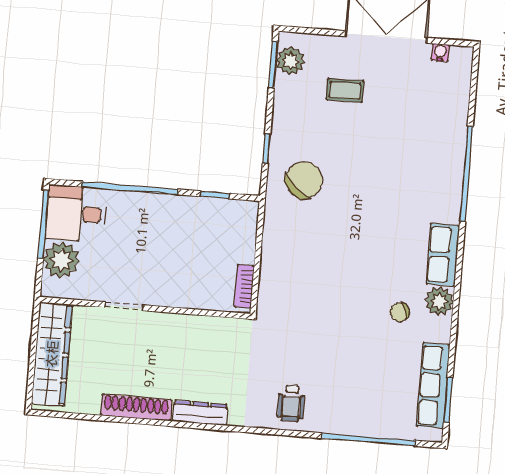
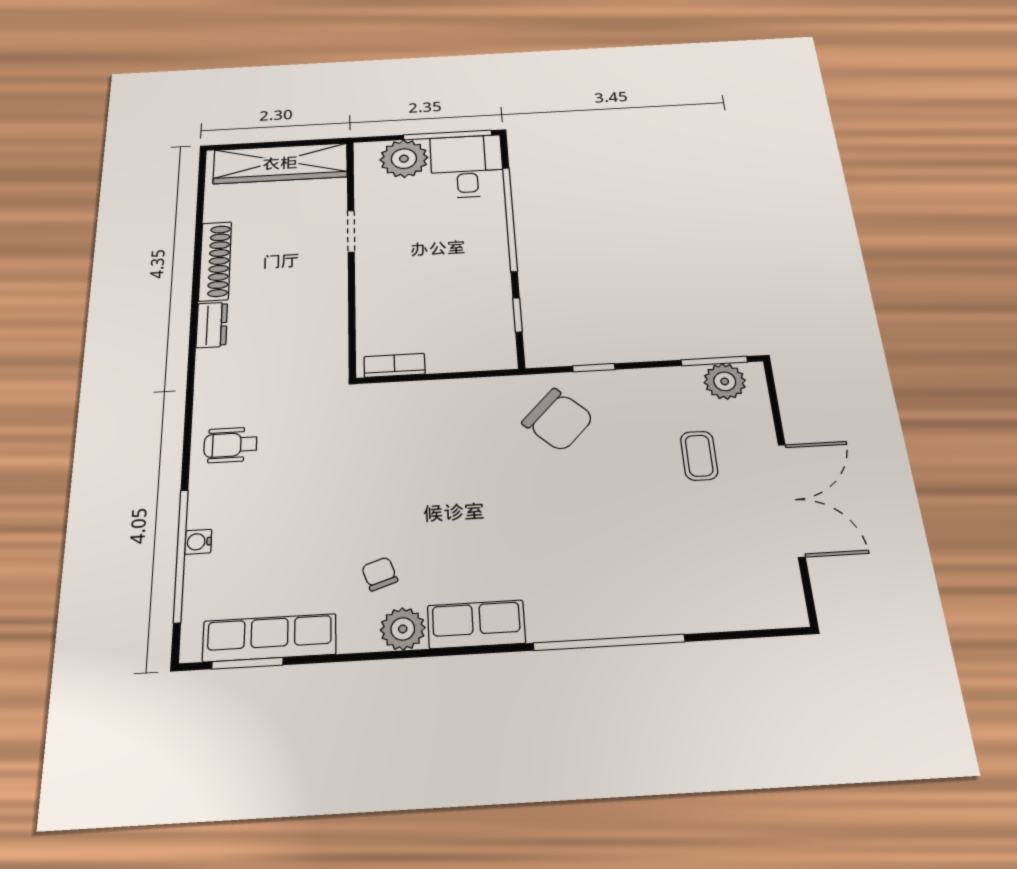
water cooler: (440, 52) -> (198, 542), moved, turned 180
dresser: (200, 413) -> (212, 325), width x0.70

